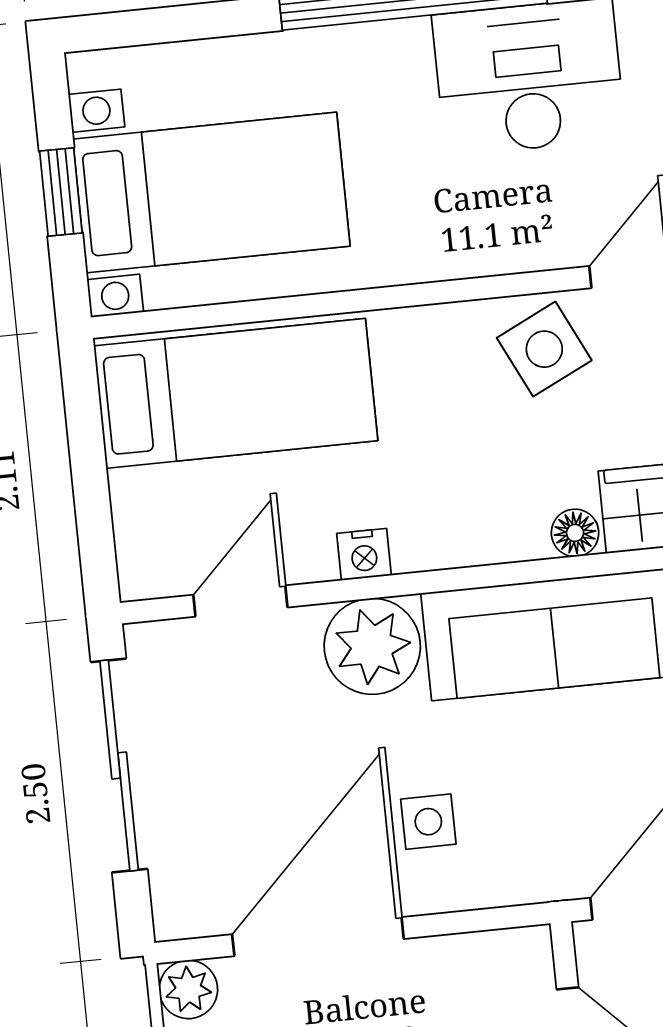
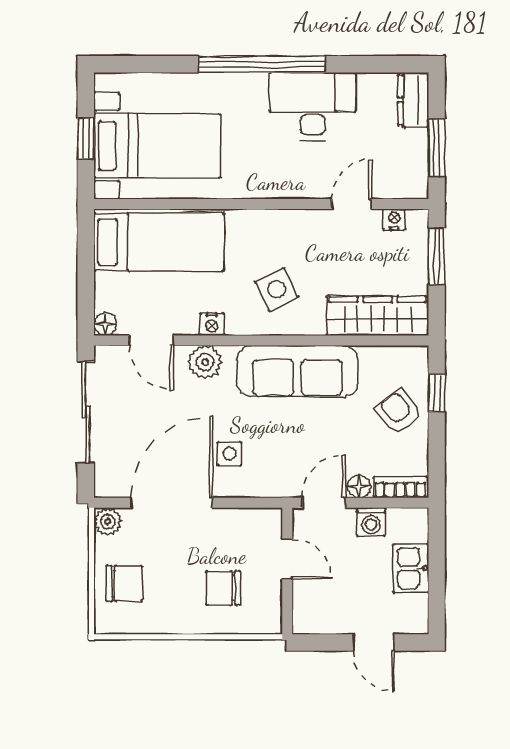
side table: (544, 349) -> (277, 289), moved
floor lamp: (575, 533) -> (105, 324), moved
door: (240, 601) -> (151, 340), swing flipped
plant: (372, 646) -> (205, 362), width x0.73, depth x0.73

